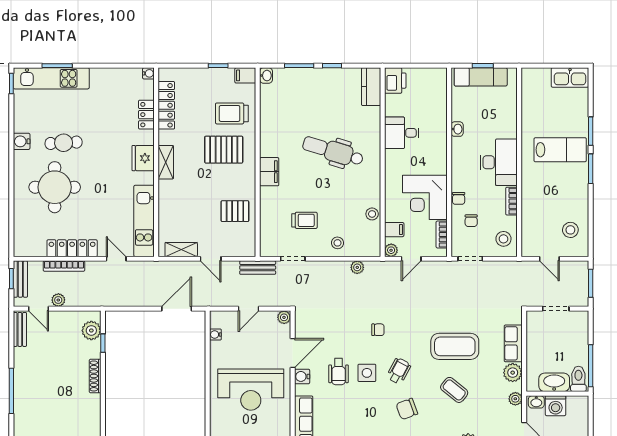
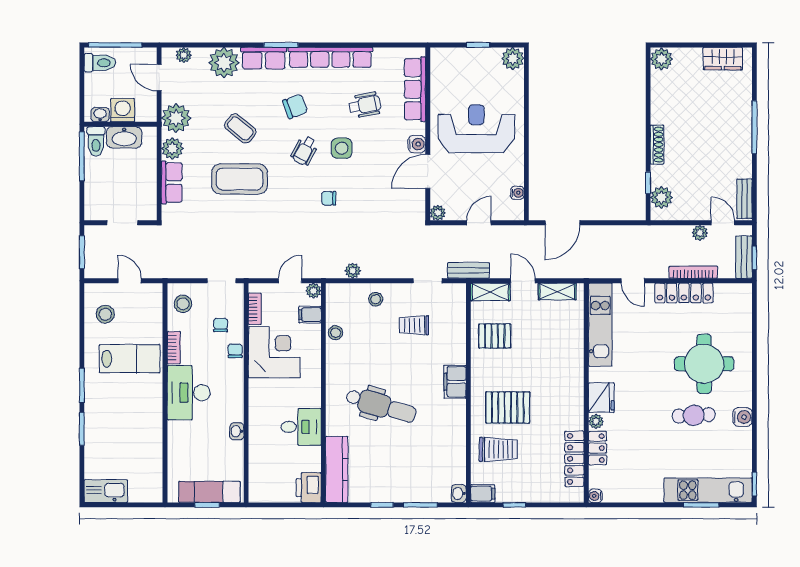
kitchen counter: (371, 87) -> (337, 469), width x1.50
plant: (148, 138) -> (596, 421), added
lab bench: (560, 150) -> (130, 359), moved, turned 180
shelving: (166, 162) -> (490, 292), moved, turned 90
wheelchair: (339, 372) -> (365, 105), moved, turned 79
plant: (515, 399) -> (176, 118), width x1.88, depth x1.88
washbasin: (536, 402) -> (100, 115), moved

